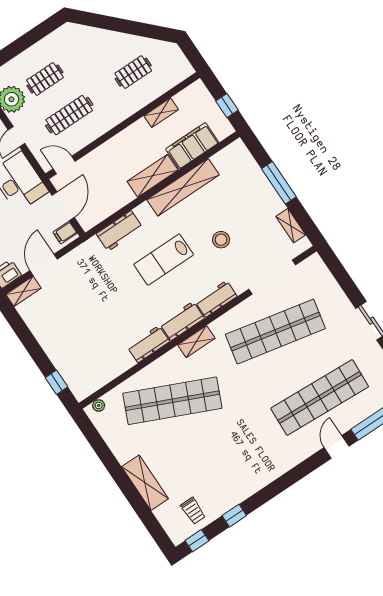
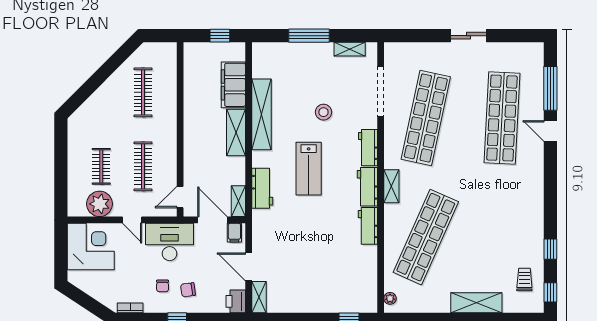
clothes rail: (133, 72) -> (143, 92), width x1.36
shelving: (161, 113) -> (238, 201), moved
trolley: (193, 511) -> (524, 279), turned -90

